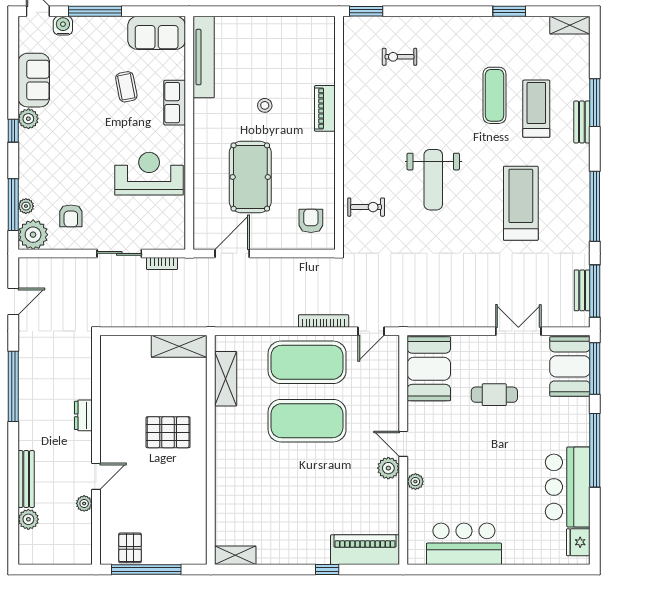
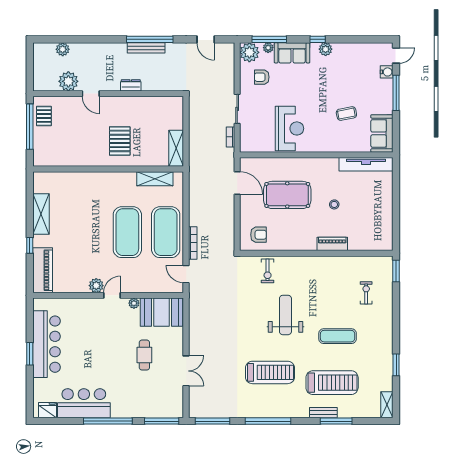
sofa: (34, 80) -> (292, 53), moved
exercise mat: (495, 95) -> (338, 336), moved
row of seats: (175, 103) -> (336, 145), removed
treadmill: (536, 109) -> (332, 383), width x1.37, depth x1.38
weight bench: (433, 180) -> (285, 315), turned 90
bench: (582, 290) -> (213, 413), removed
booth: (570, 366) -> (163, 405), removed
bench: (26, 479) -> (146, 48), moved
plant: (415, 482) -> (134, 303), moved
plant: (84, 503) -> (68, 81), width x1.87, depth x1.87
bar counter: (464, 544) -> (47, 344), width x1.36
pallet: (130, 548) -> (44, 116), turned 90
shelving: (235, 555) -> (41, 214), moved, width x1.50, depth x1.33
window: (492, 569) -> (30, 354), added

